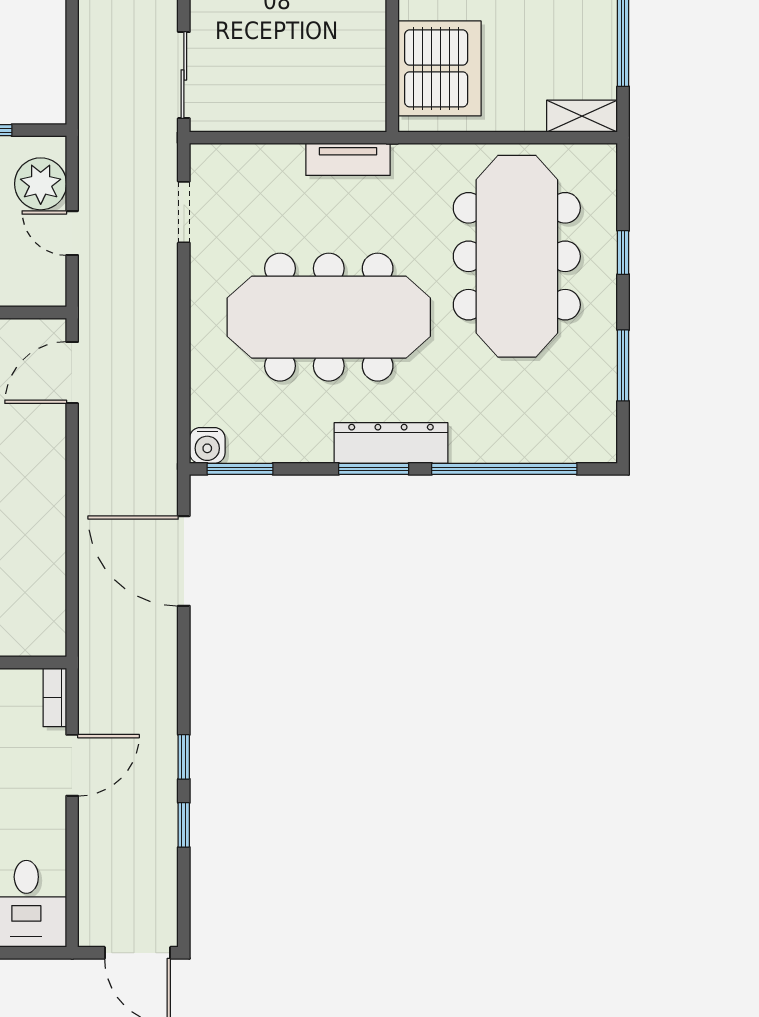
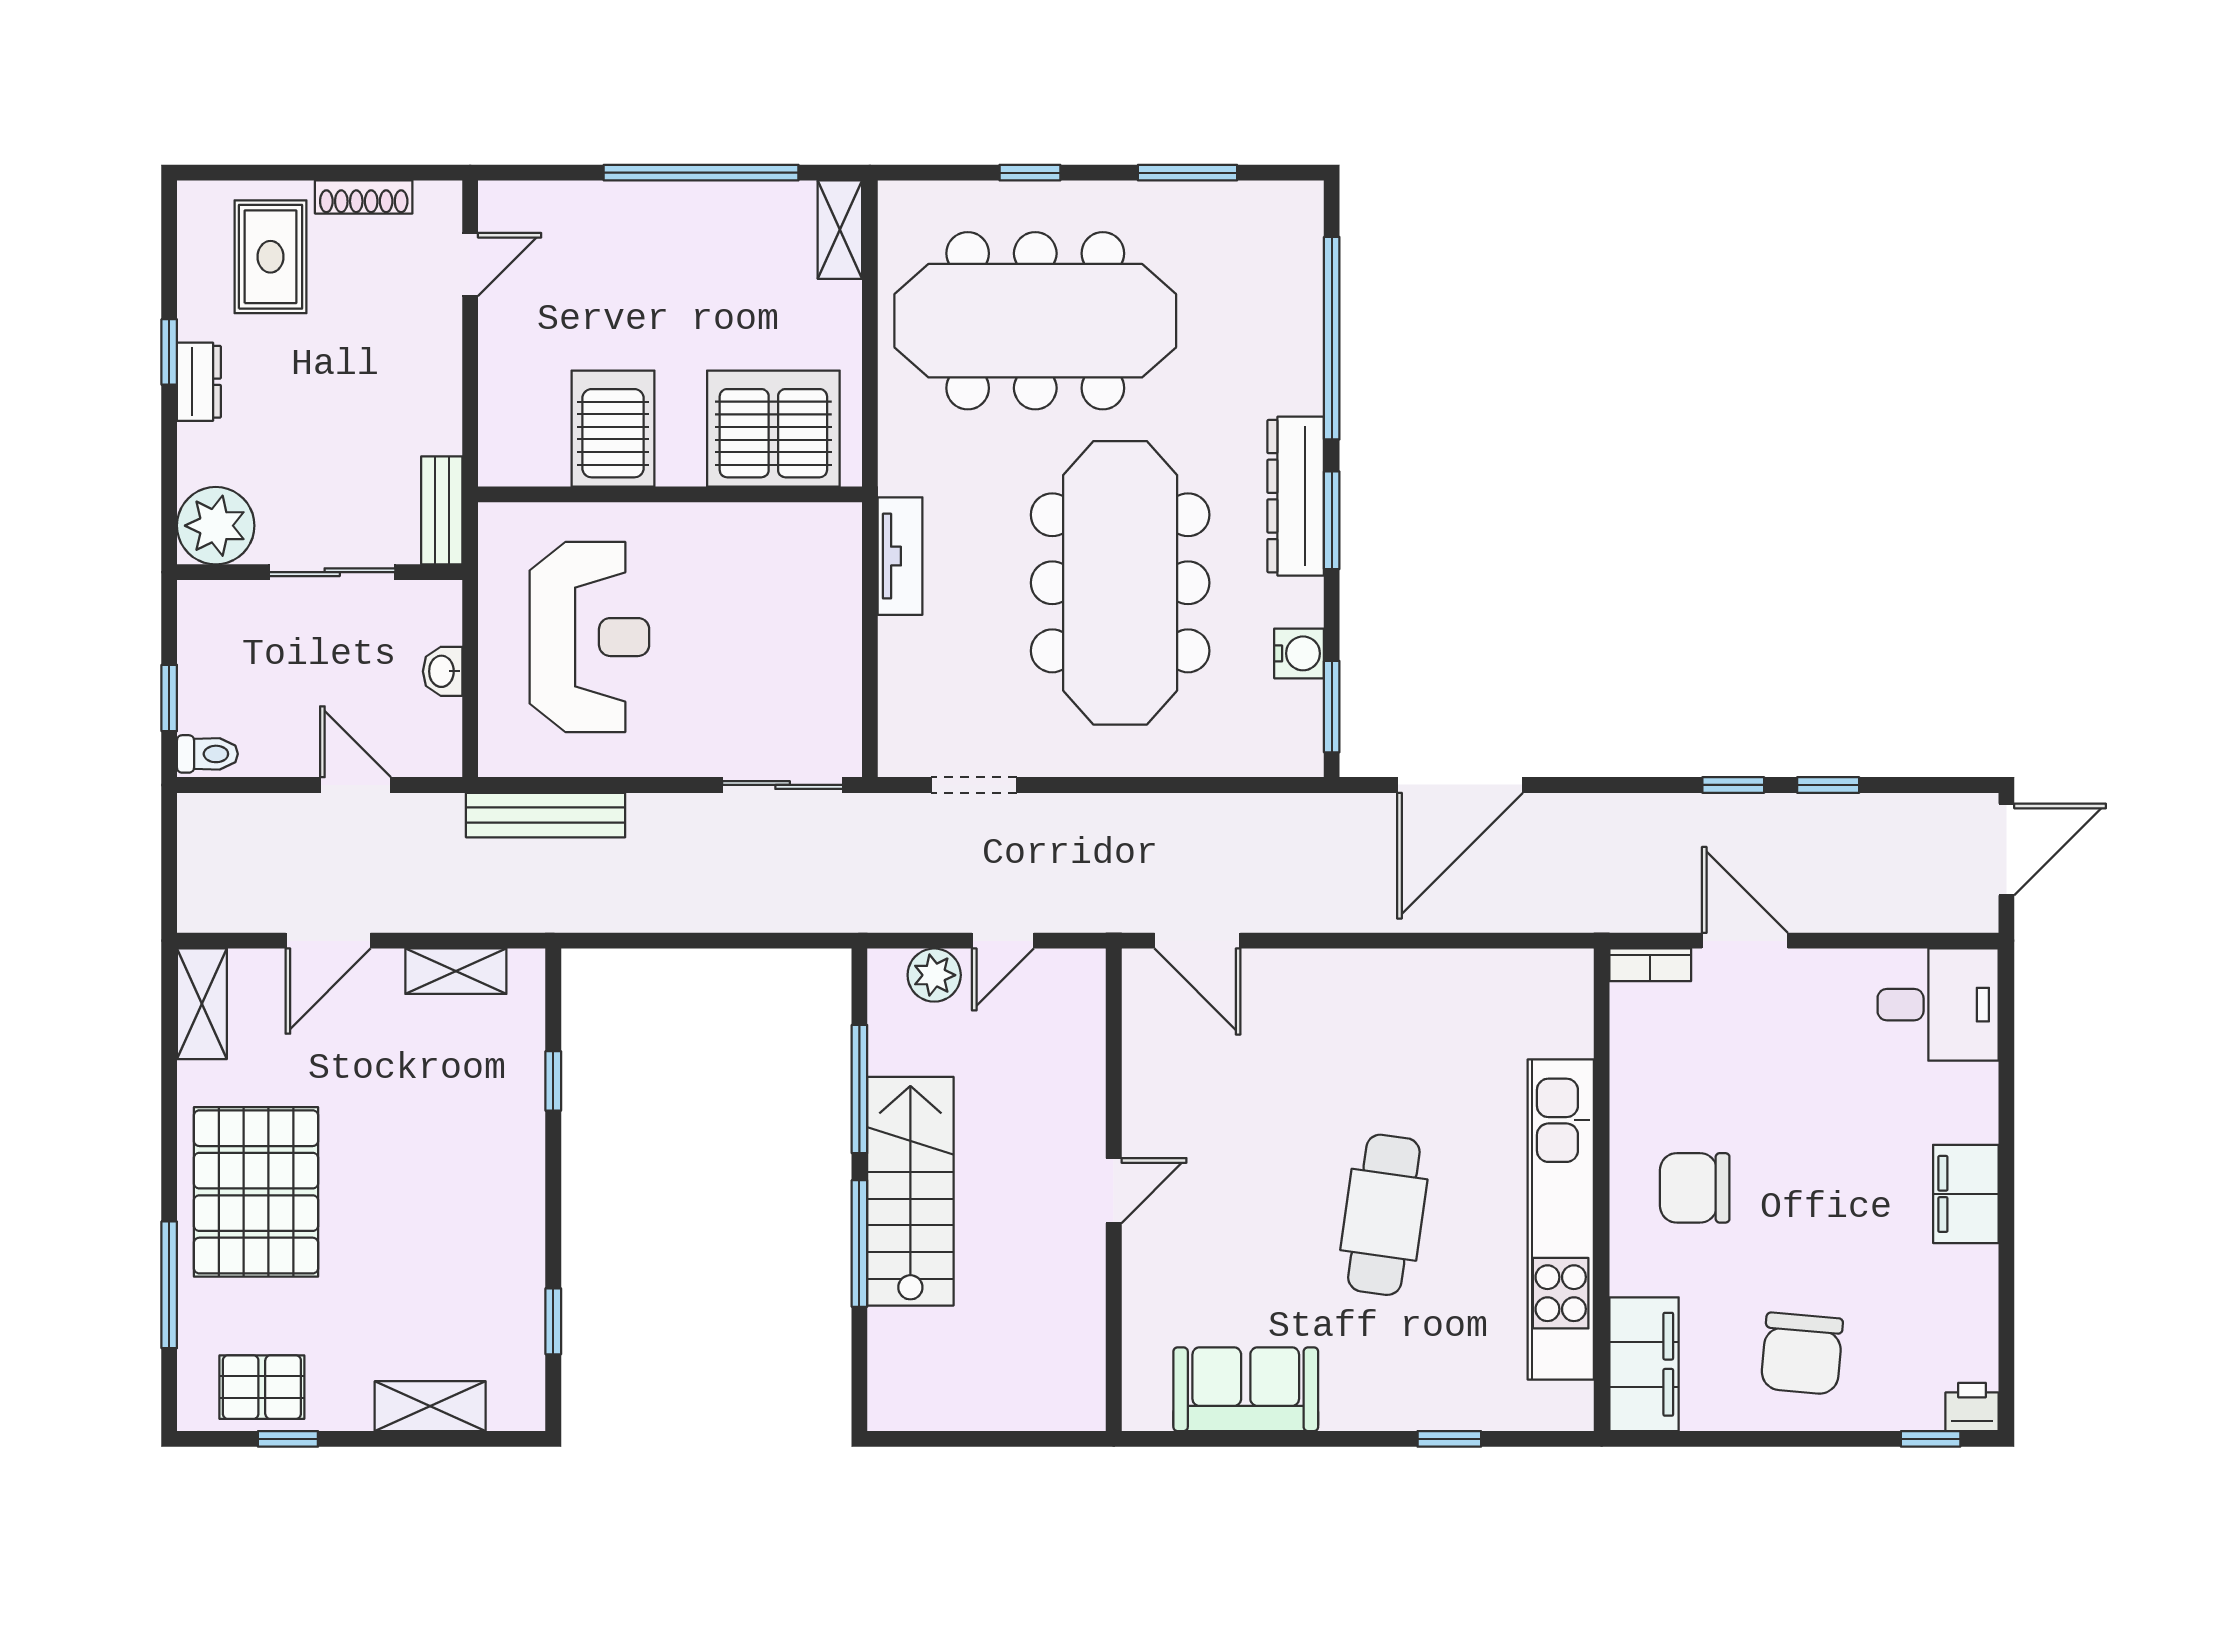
plant: (41, 184) -> (934, 975), width x0.73, depth x0.73
water cooler: (207, 445) -> (1299, 653), moved

